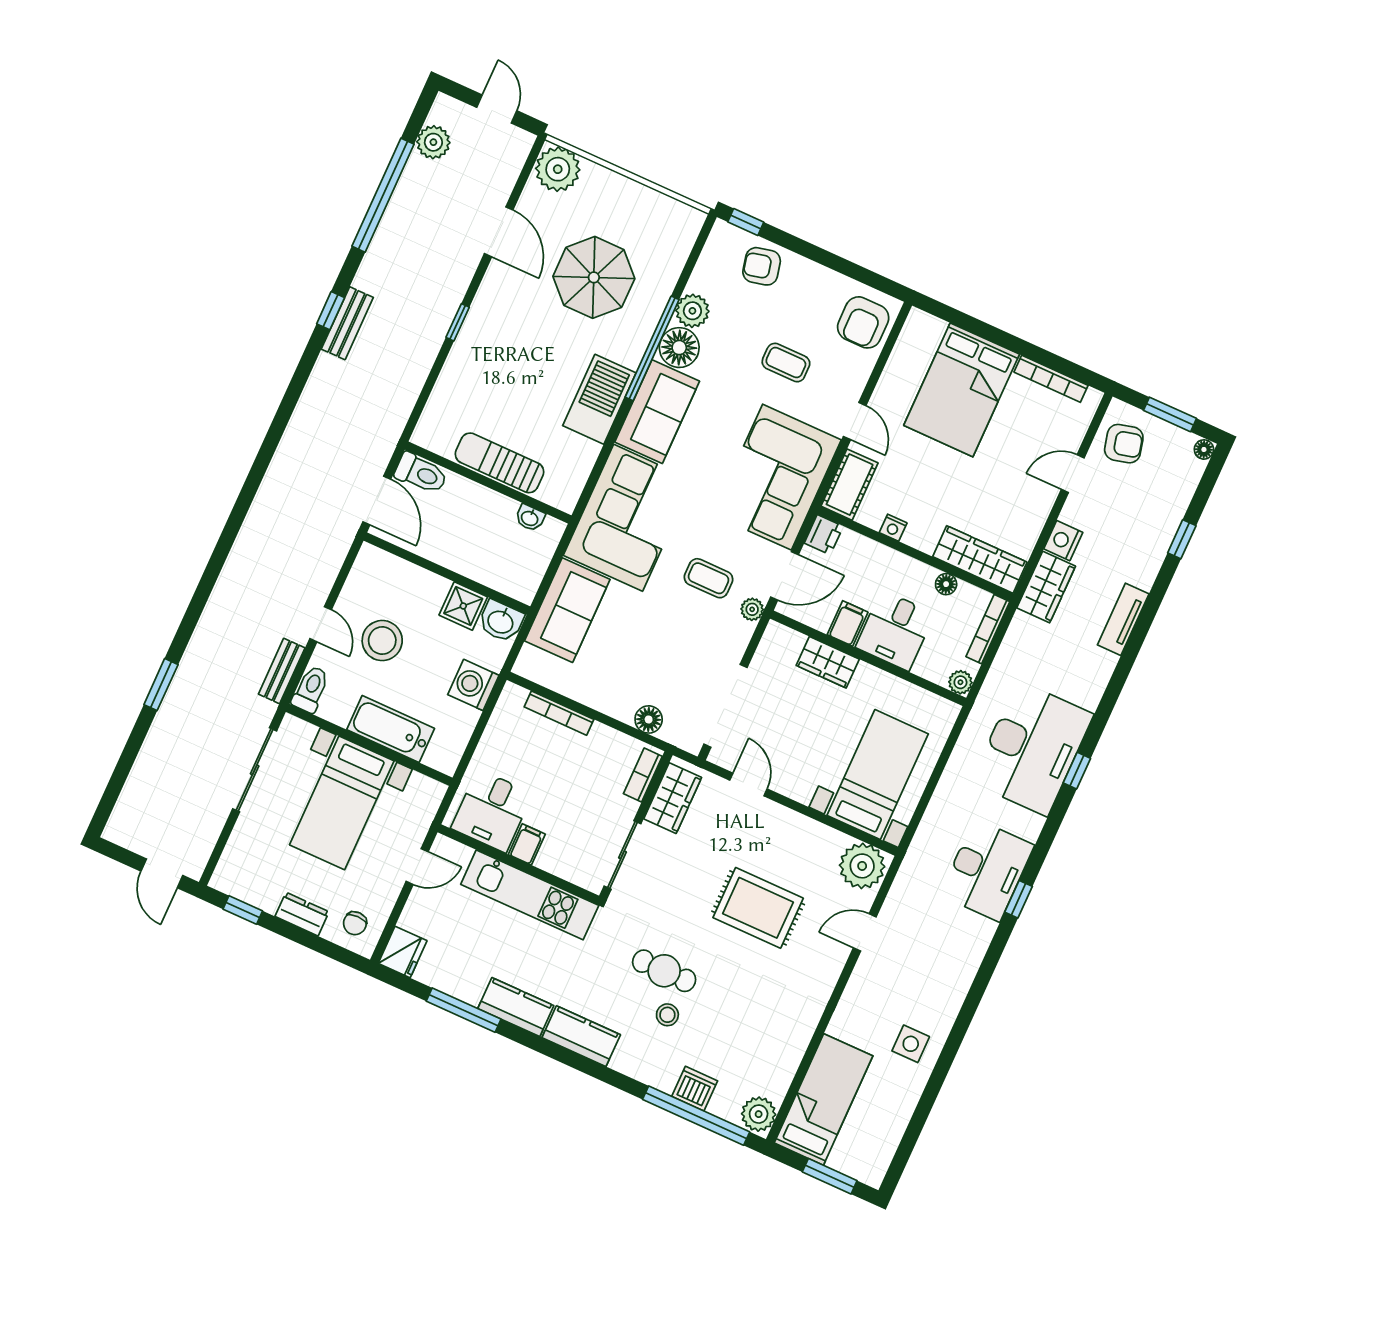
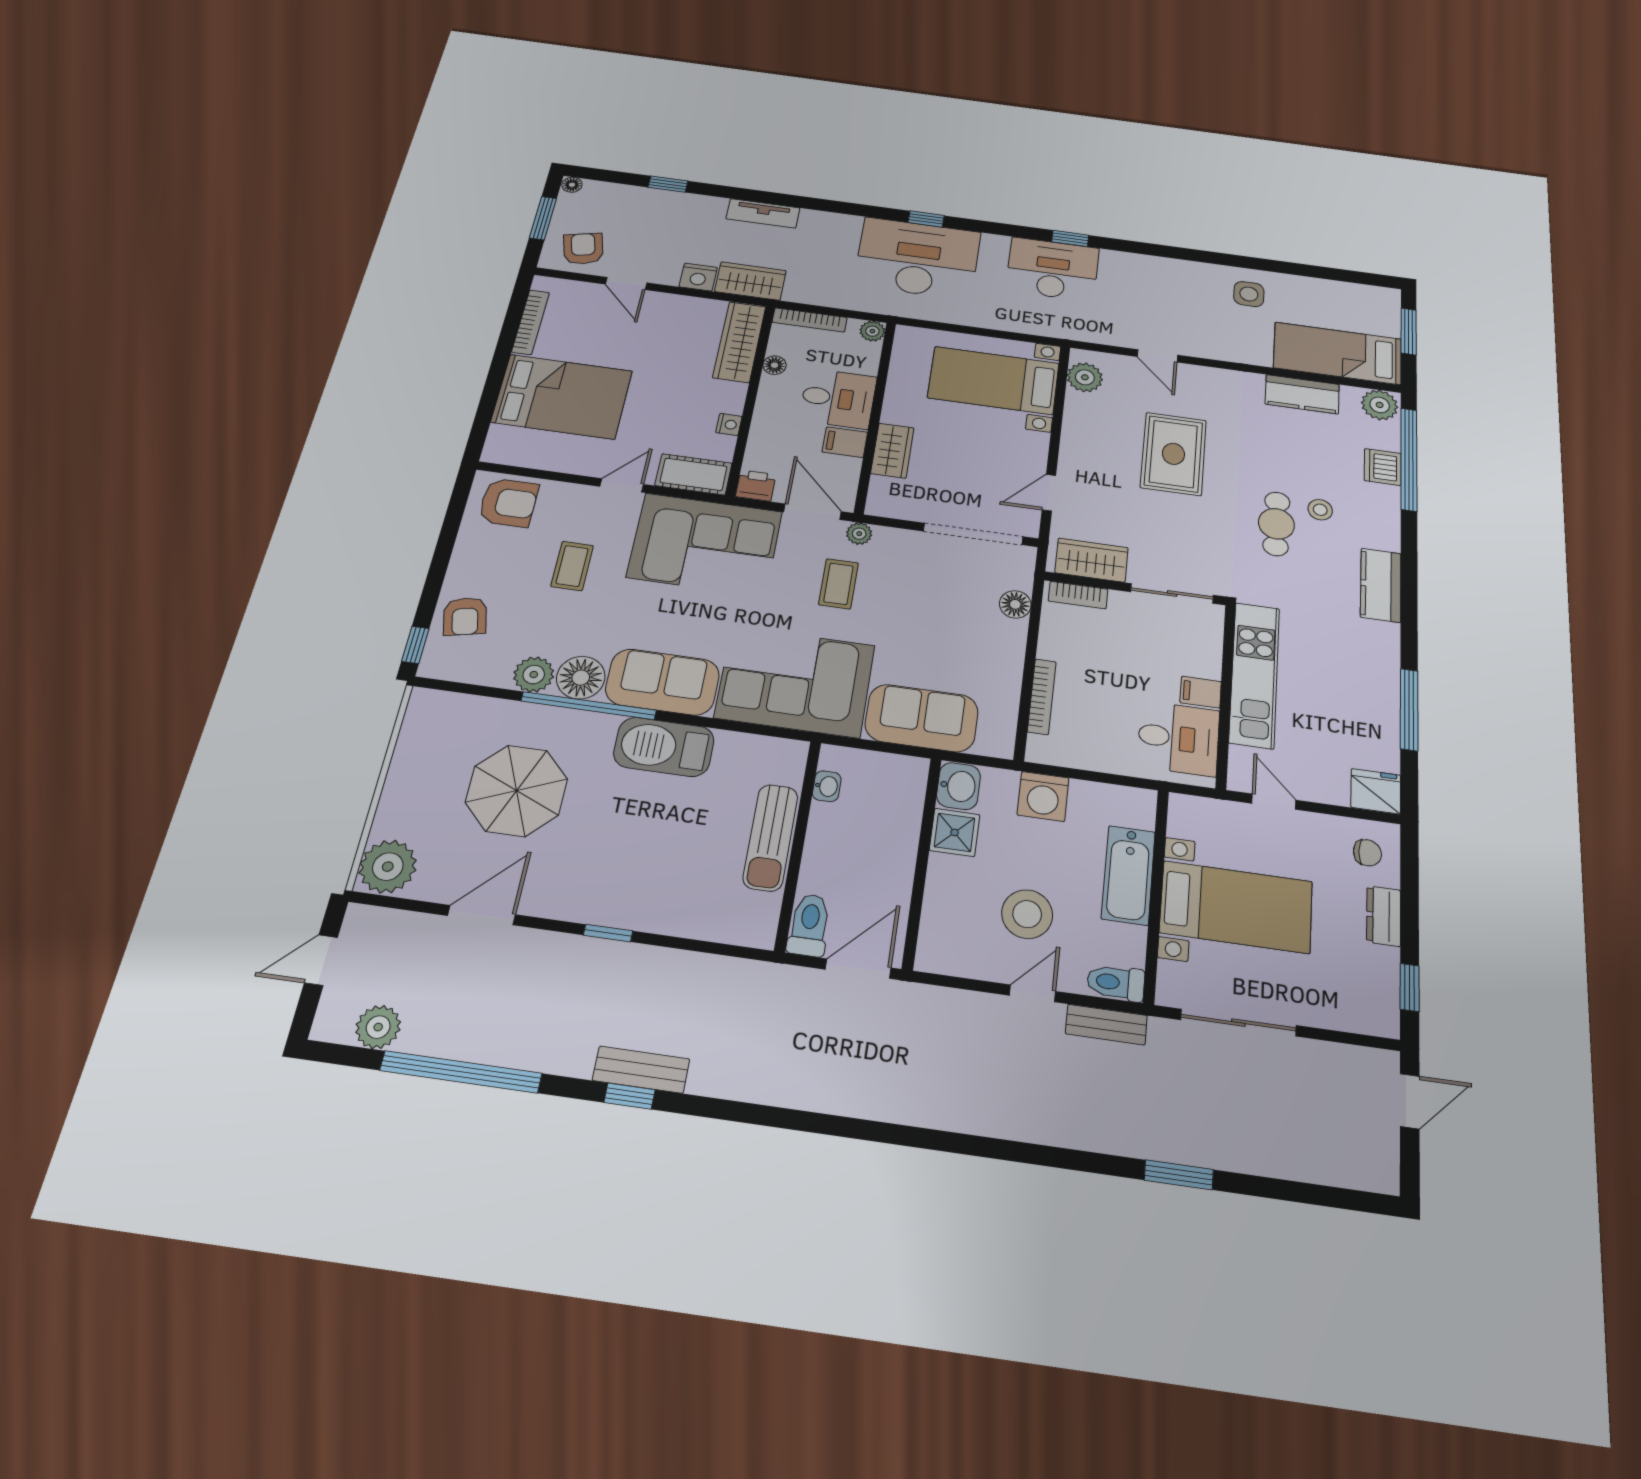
plant: (862, 866) -> (1085, 377), width x0.73, depth x0.73
kitchen counter: (516, 1007) -> (1302, 394), moved, turned -90

